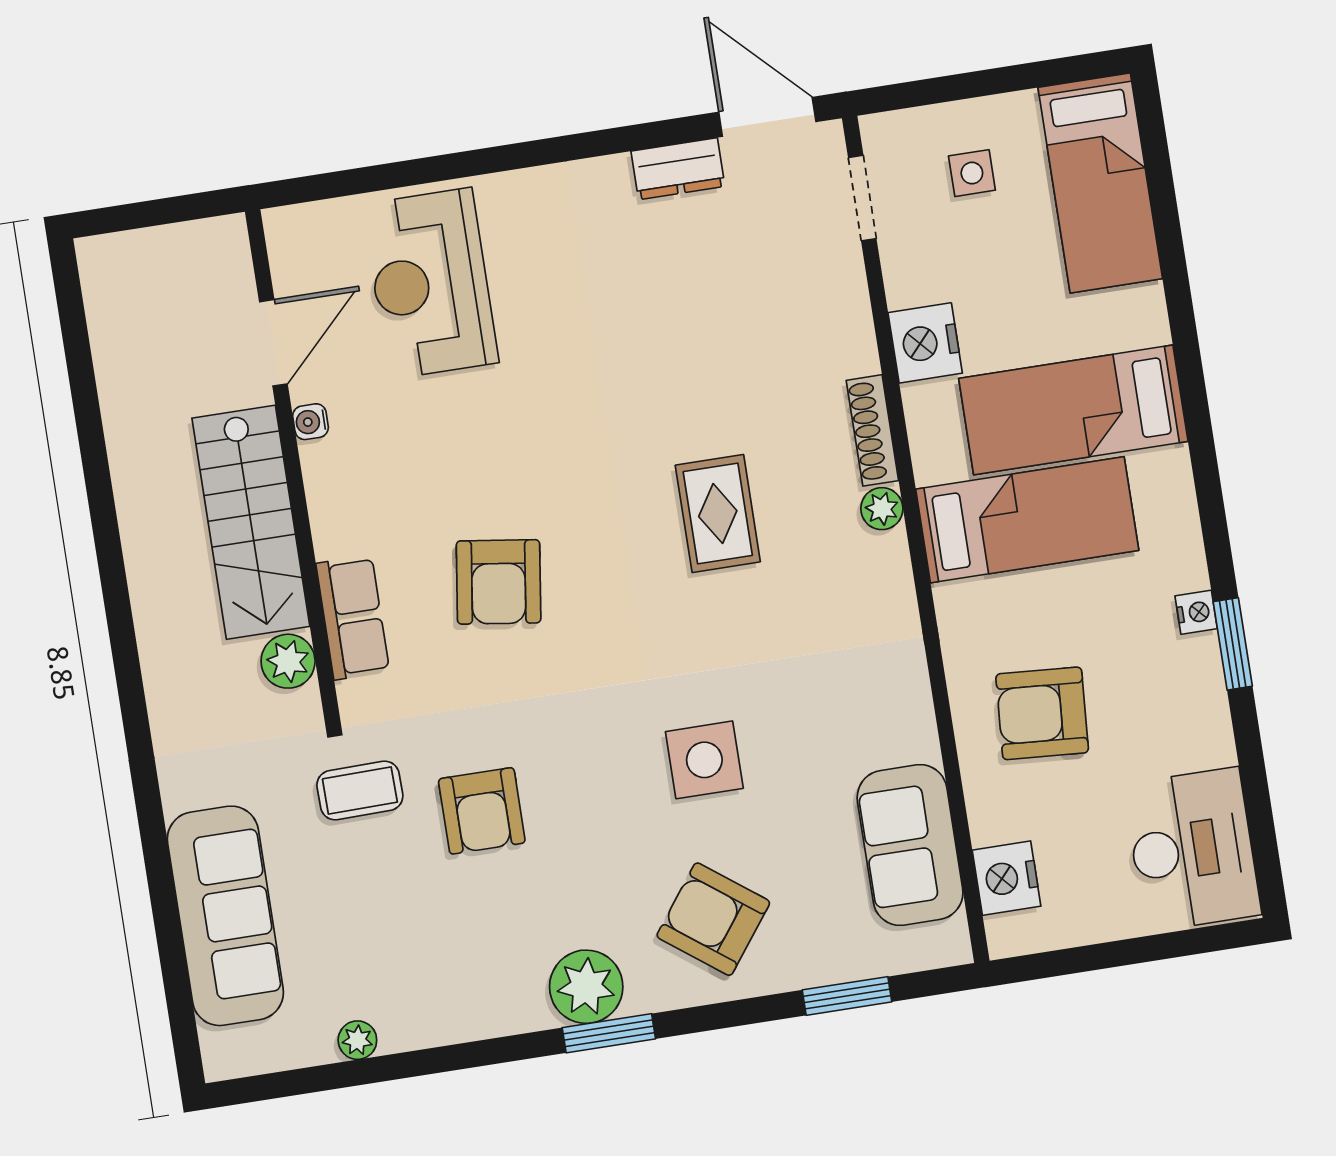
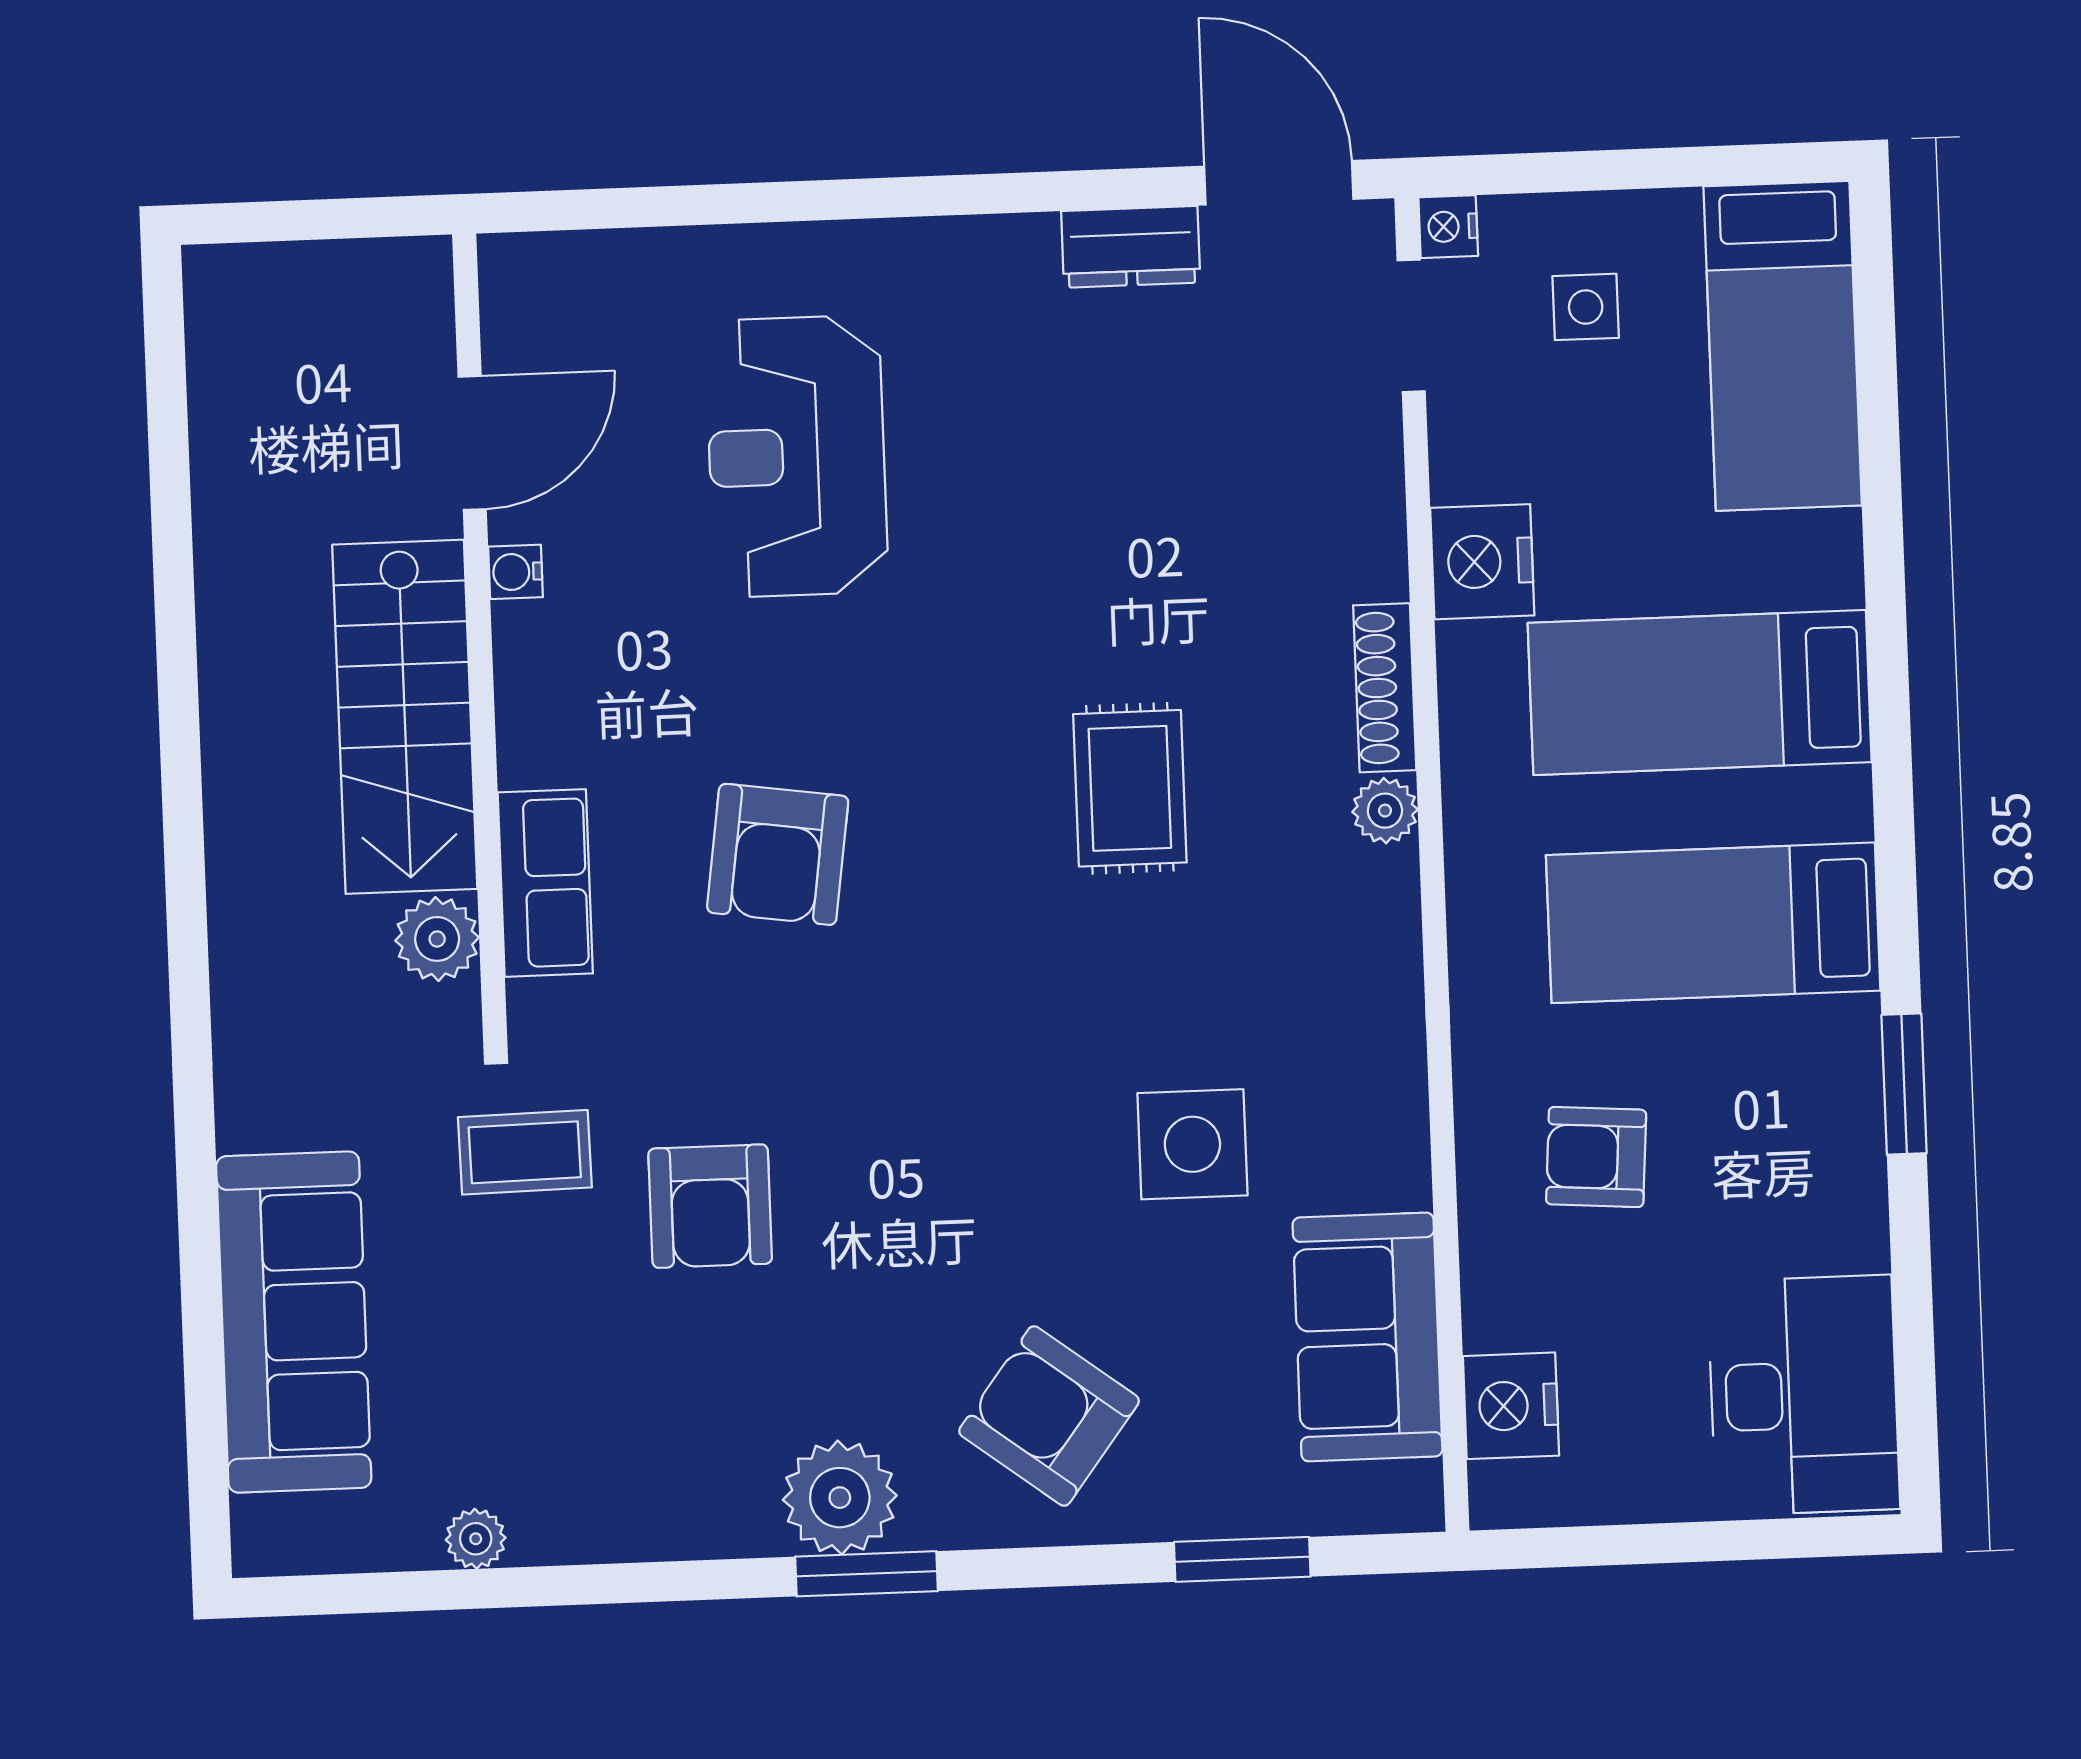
reception desk: (430, 283) -> (797, 456), moved
bed: (1027, 520) -> (1713, 923), moved, turned 180
nightstand: (1196, 612) -> (1448, 227), moved, turned 180
armchair: (1042, 713) -> (1596, 1157), width x0.72, depth x0.72
side table: (704, 760) -> (1192, 1144), moved

